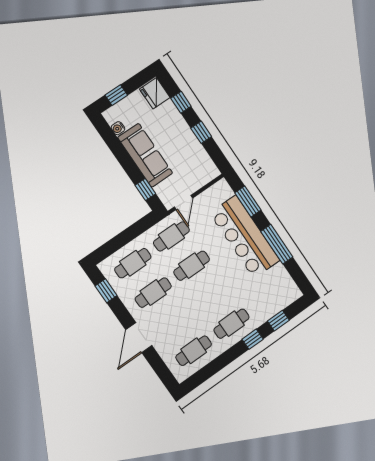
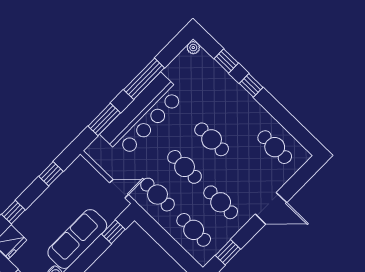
window: (201, 132) -> (51, 174), moved
plant: (296, 293) -> (193, 48), added
cafe table: (231, 324) -> (212, 139), moved

